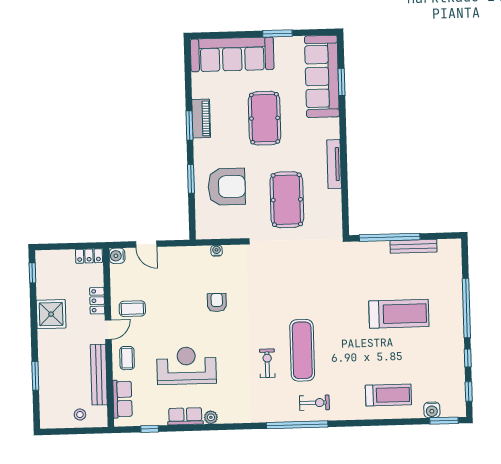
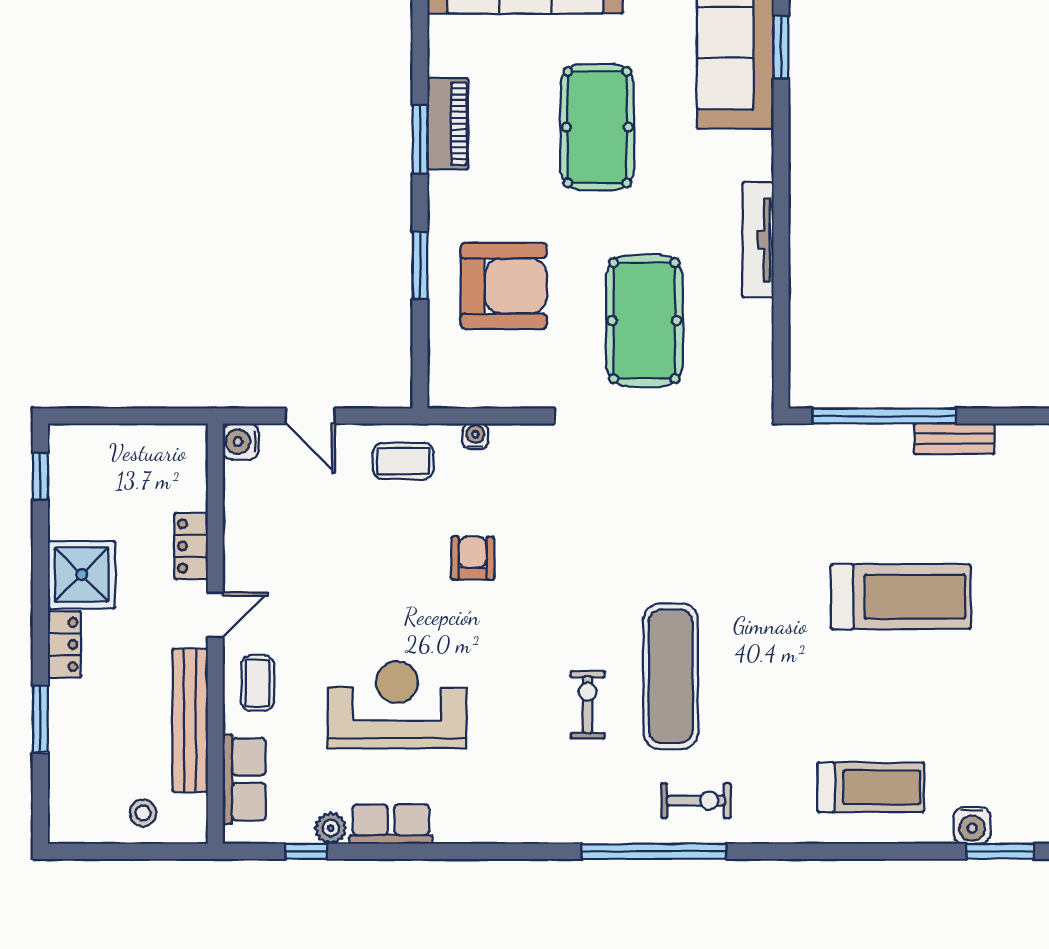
bench: (413, 246) -> (954, 439), width x0.73
locker: (89, 256) -> (65, 644), moved, turned -90
coffee table: (132, 309) -> (403, 461), moved
plant: (211, 417) -> (331, 828), moved

